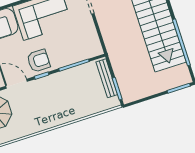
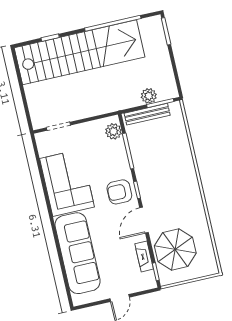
plant: (90, 51) -> (114, 131), added
armchair: (39, 61) -> (119, 192), turned -90
plant: (122, 78) -> (149, 96), added

